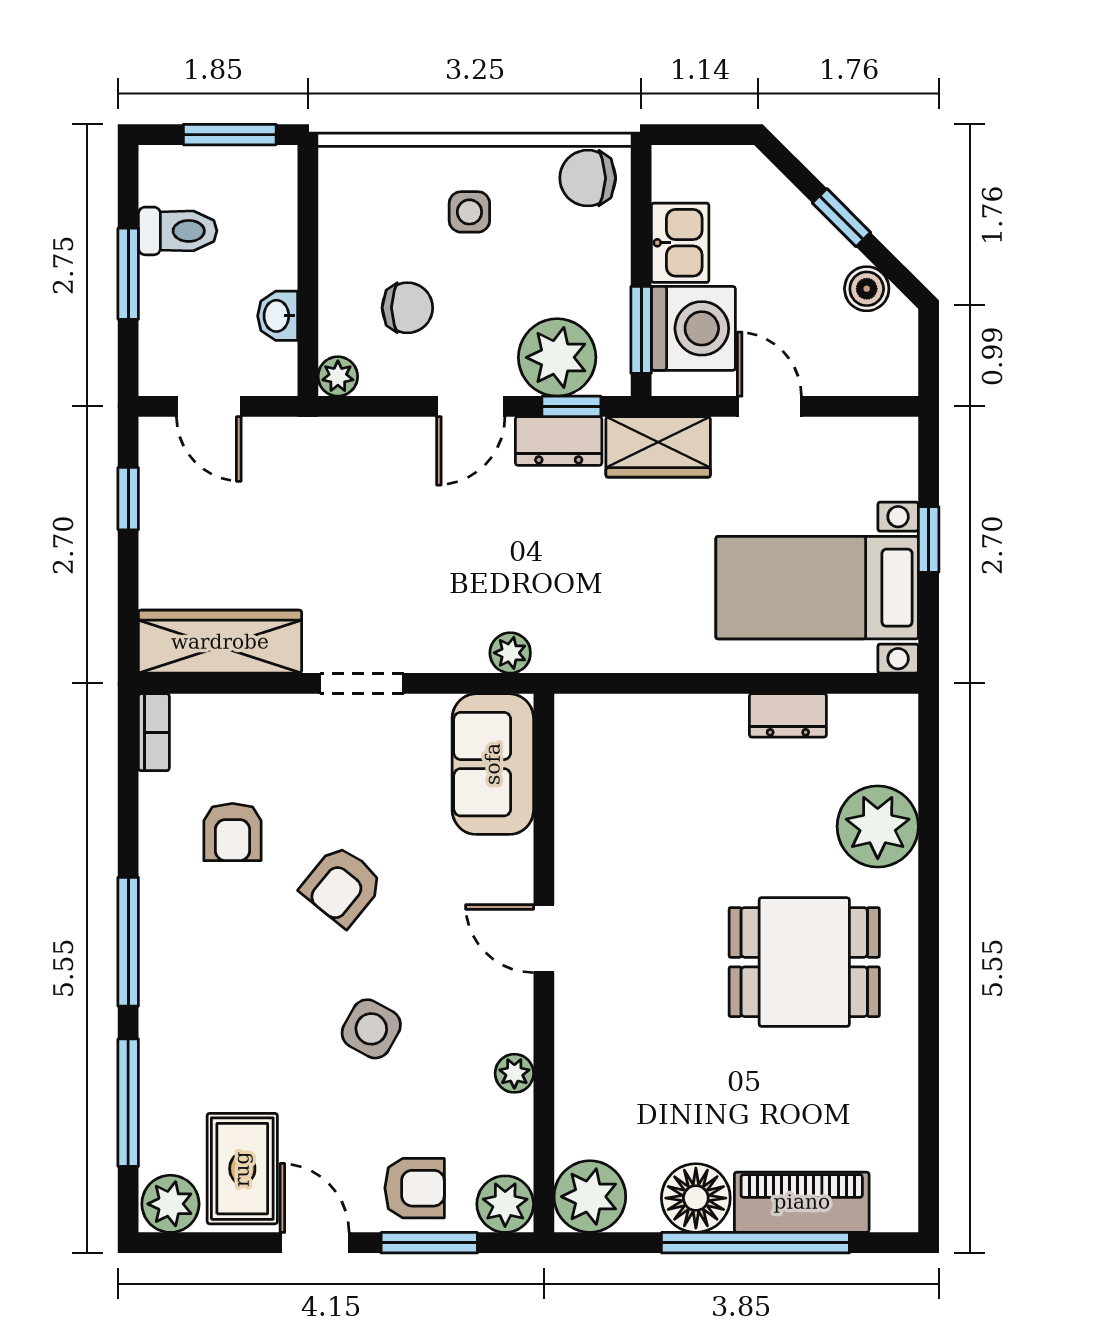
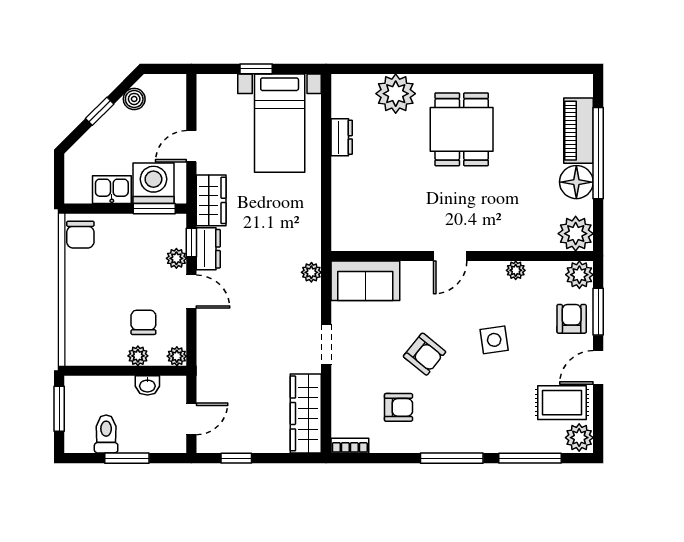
side table: (469, 212) -> (97, 292), removed
plant: (339, 296) -> (138, 356), added
plant: (557, 357) -> (176, 258), width x0.53, depth x0.53
side table: (371, 1029) -> (494, 340), turned -37

